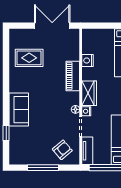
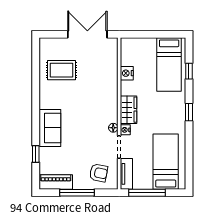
piano: (73, 76) -> (56, 182), moved, turned 90
armchair: (62, 150) -> (99, 173), turned 51

